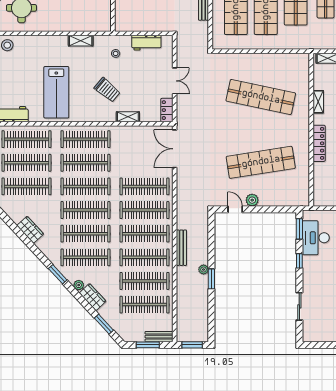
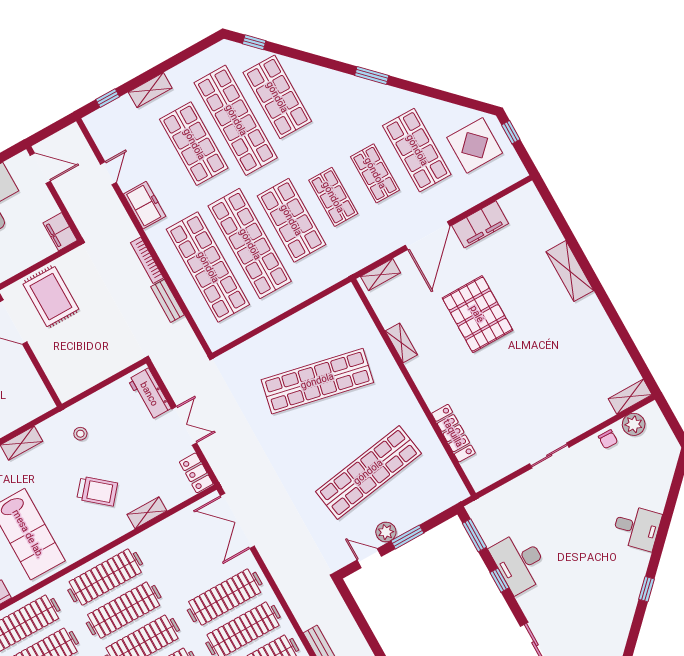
workbench: (146, 43) -> (149, 394), moved, turned 90
locker: (319, 143) -> (453, 433), moved
window: (262, 209) -> (407, 537), added
desk: (316, 238) -> (520, 562), moved

